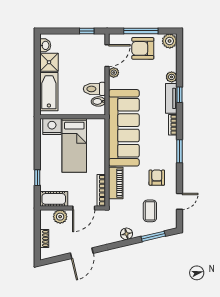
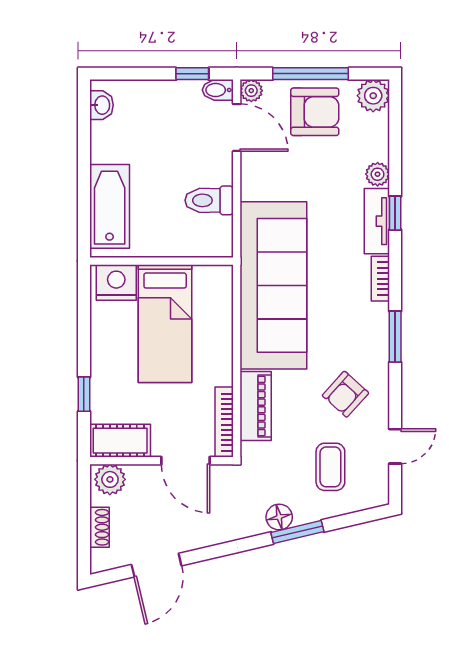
armchair: (143, 48) -> (315, 112), turned 180
door: (107, 56) -> (237, 128), hinge flipped
shower: (49, 62) -> (110, 142), removed
plant: (114, 73) -> (251, 91), moved
bidet: (98, 101) -> (218, 90), moved
armchair: (157, 178) -> (345, 394), turned -138
door: (84, 208) -> (186, 461), hinge flipped
plant: (60, 217) -> (110, 479), moved
window: (153, 236) -> (297, 532), moved
door: (82, 253) -> (156, 565), moved

